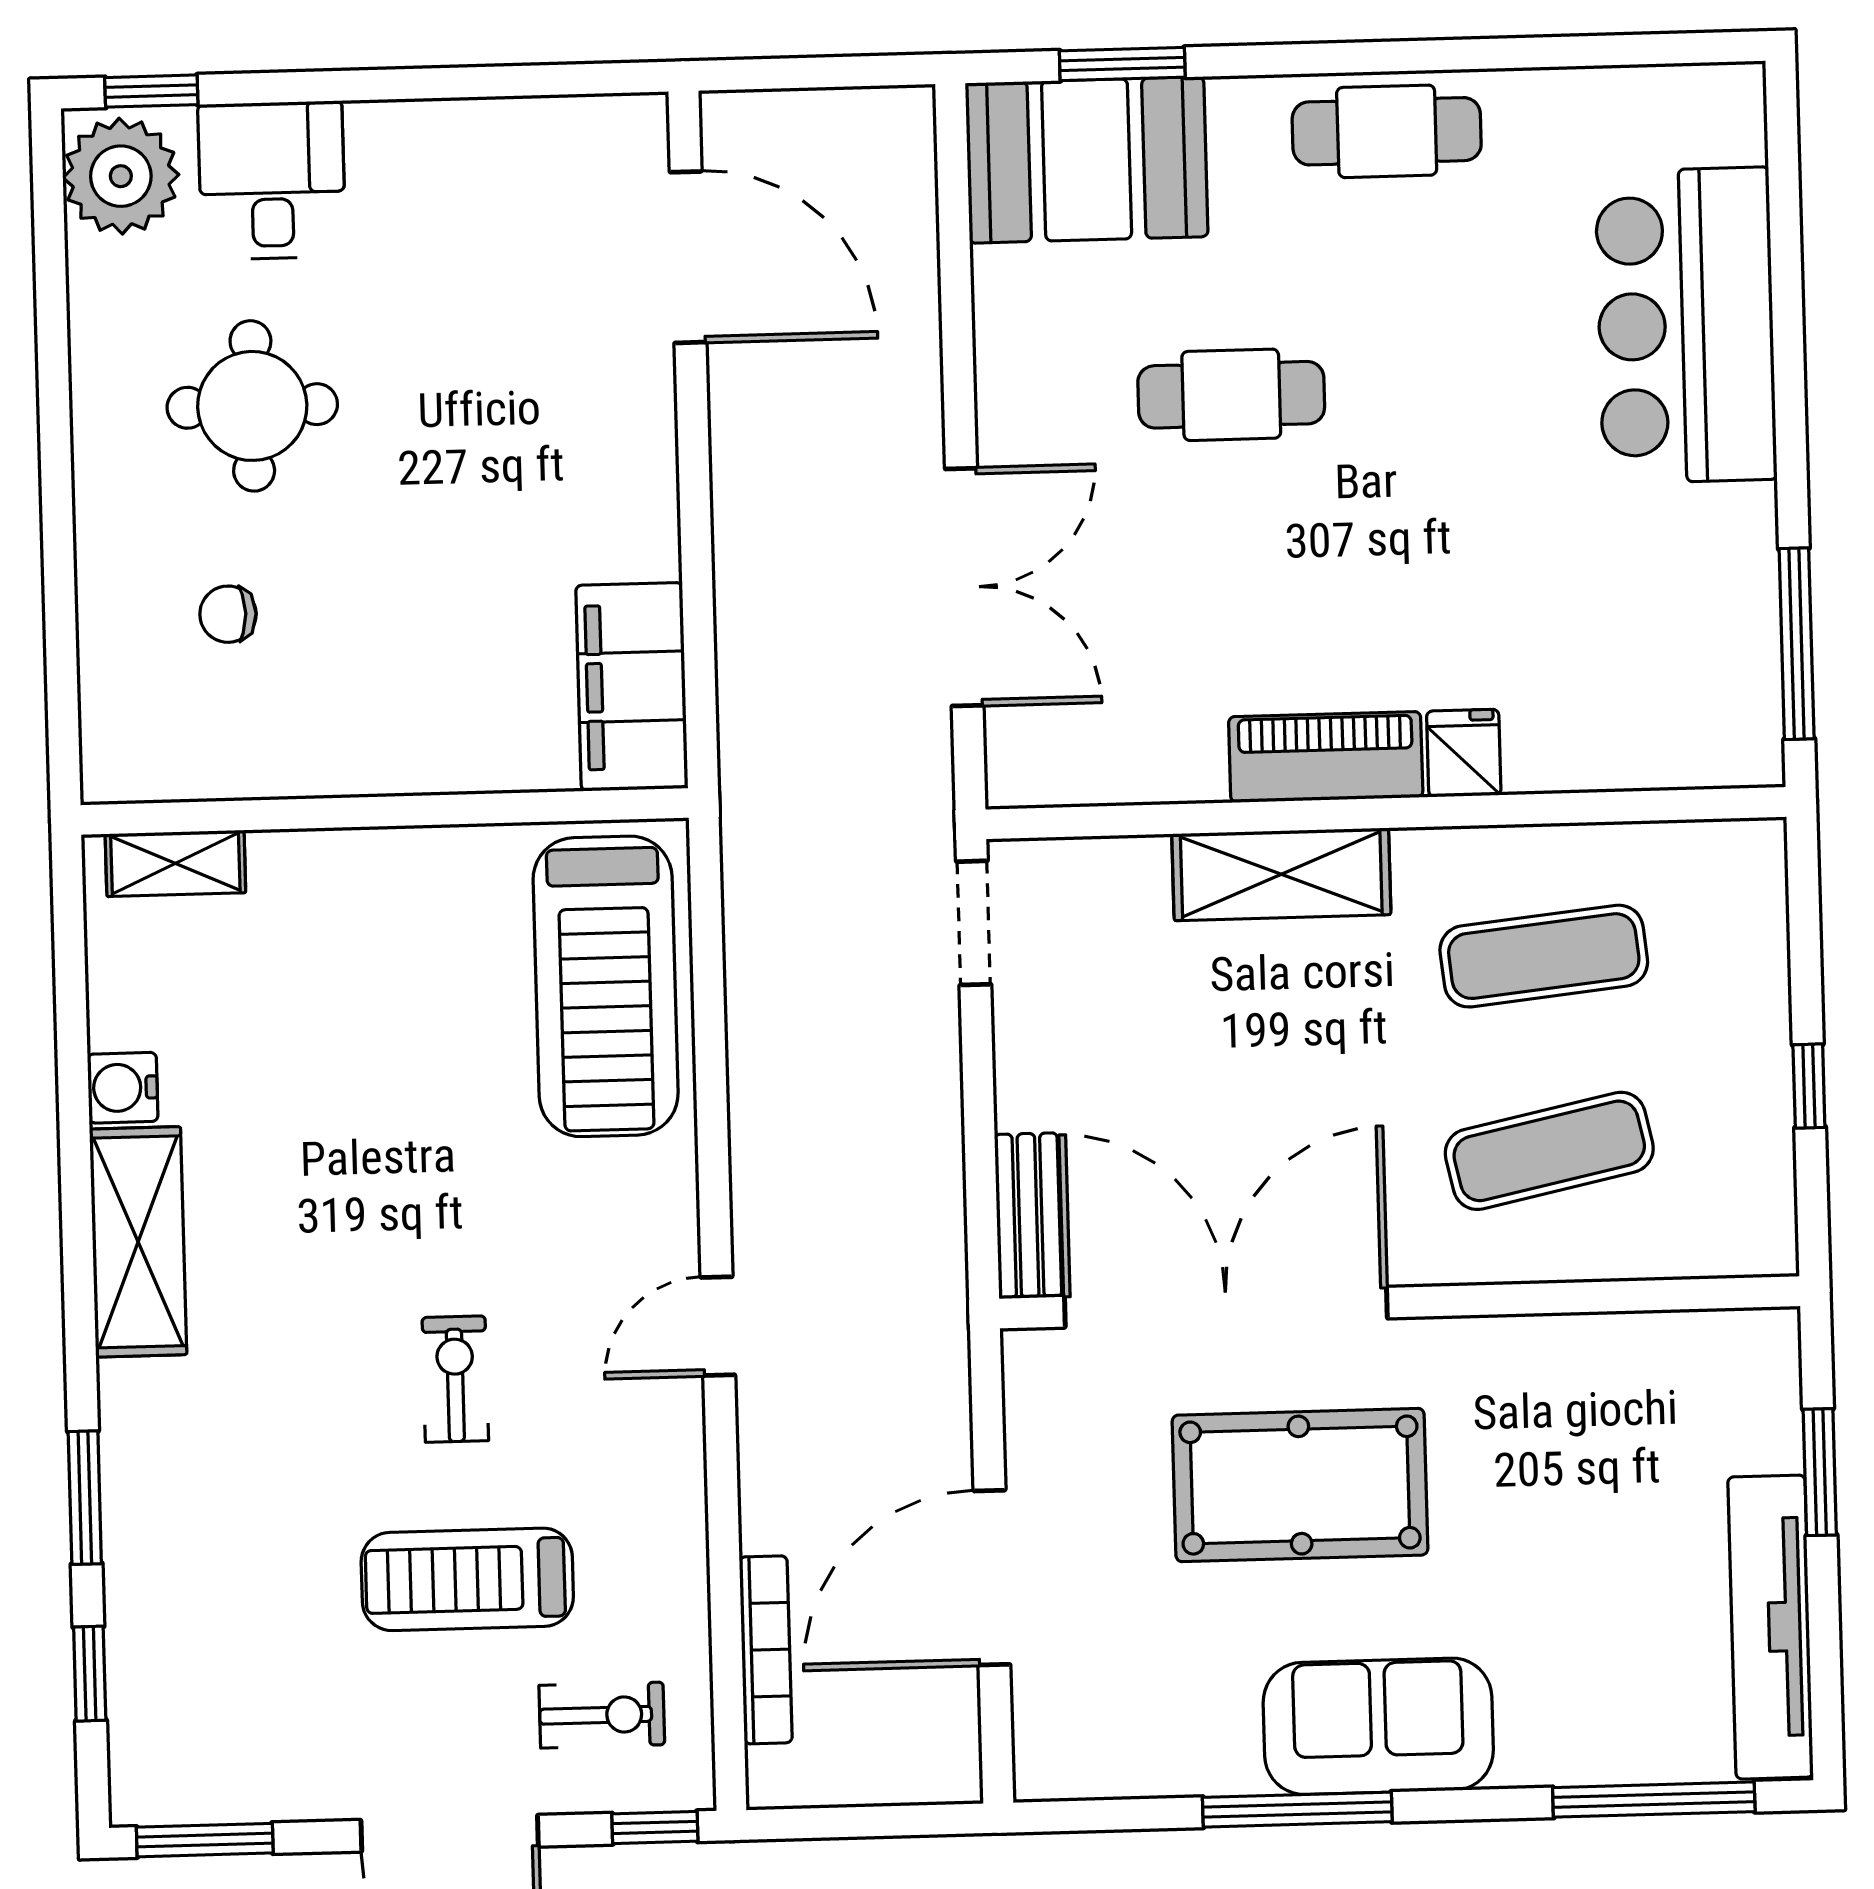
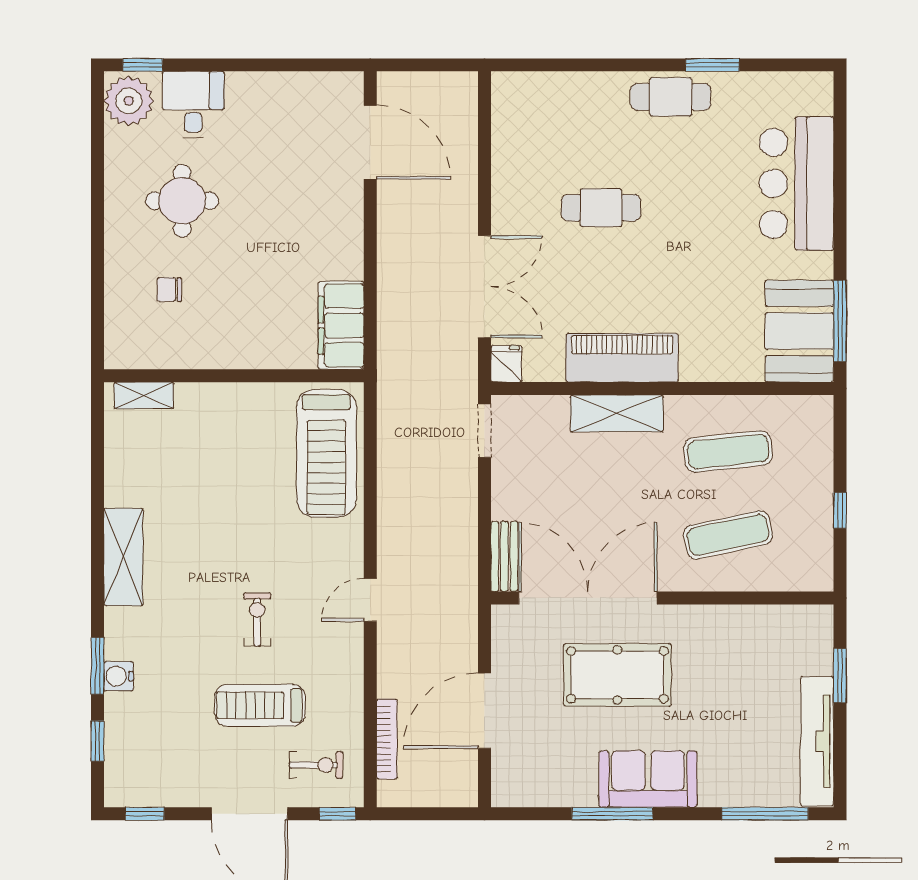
window: (1122, 64) -> (712, 65), moved
booth: (1087, 160) -> (799, 331), moved, turned 90
fridge: (1464, 753) -> (506, 364), moved
piano: (1326, 757) -> (622, 358), width x1.37, depth x1.33
water cooler: (123, 1088) -> (119, 676), moved
window: (205, 1840) -> (145, 814), width x0.67

